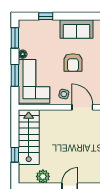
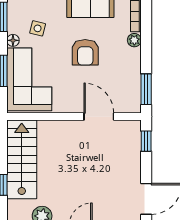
side table: (64, 94) -> (38, 28), moved

